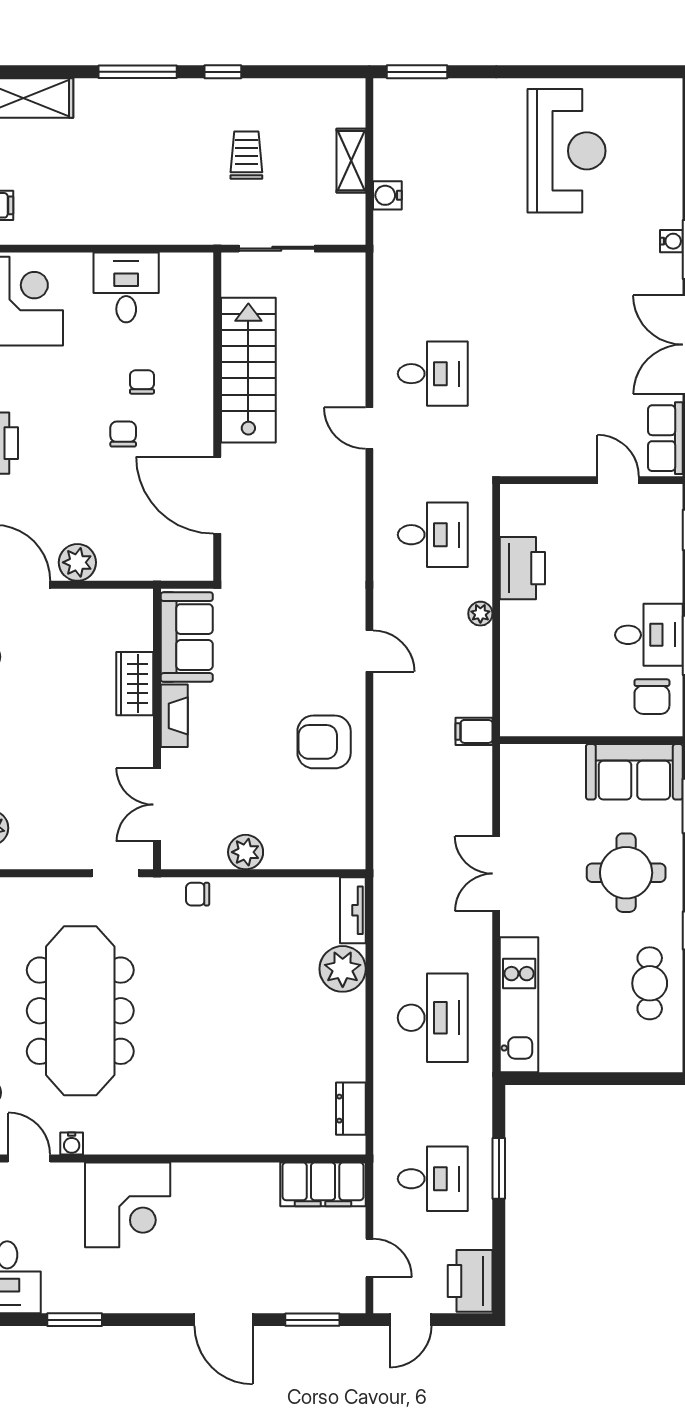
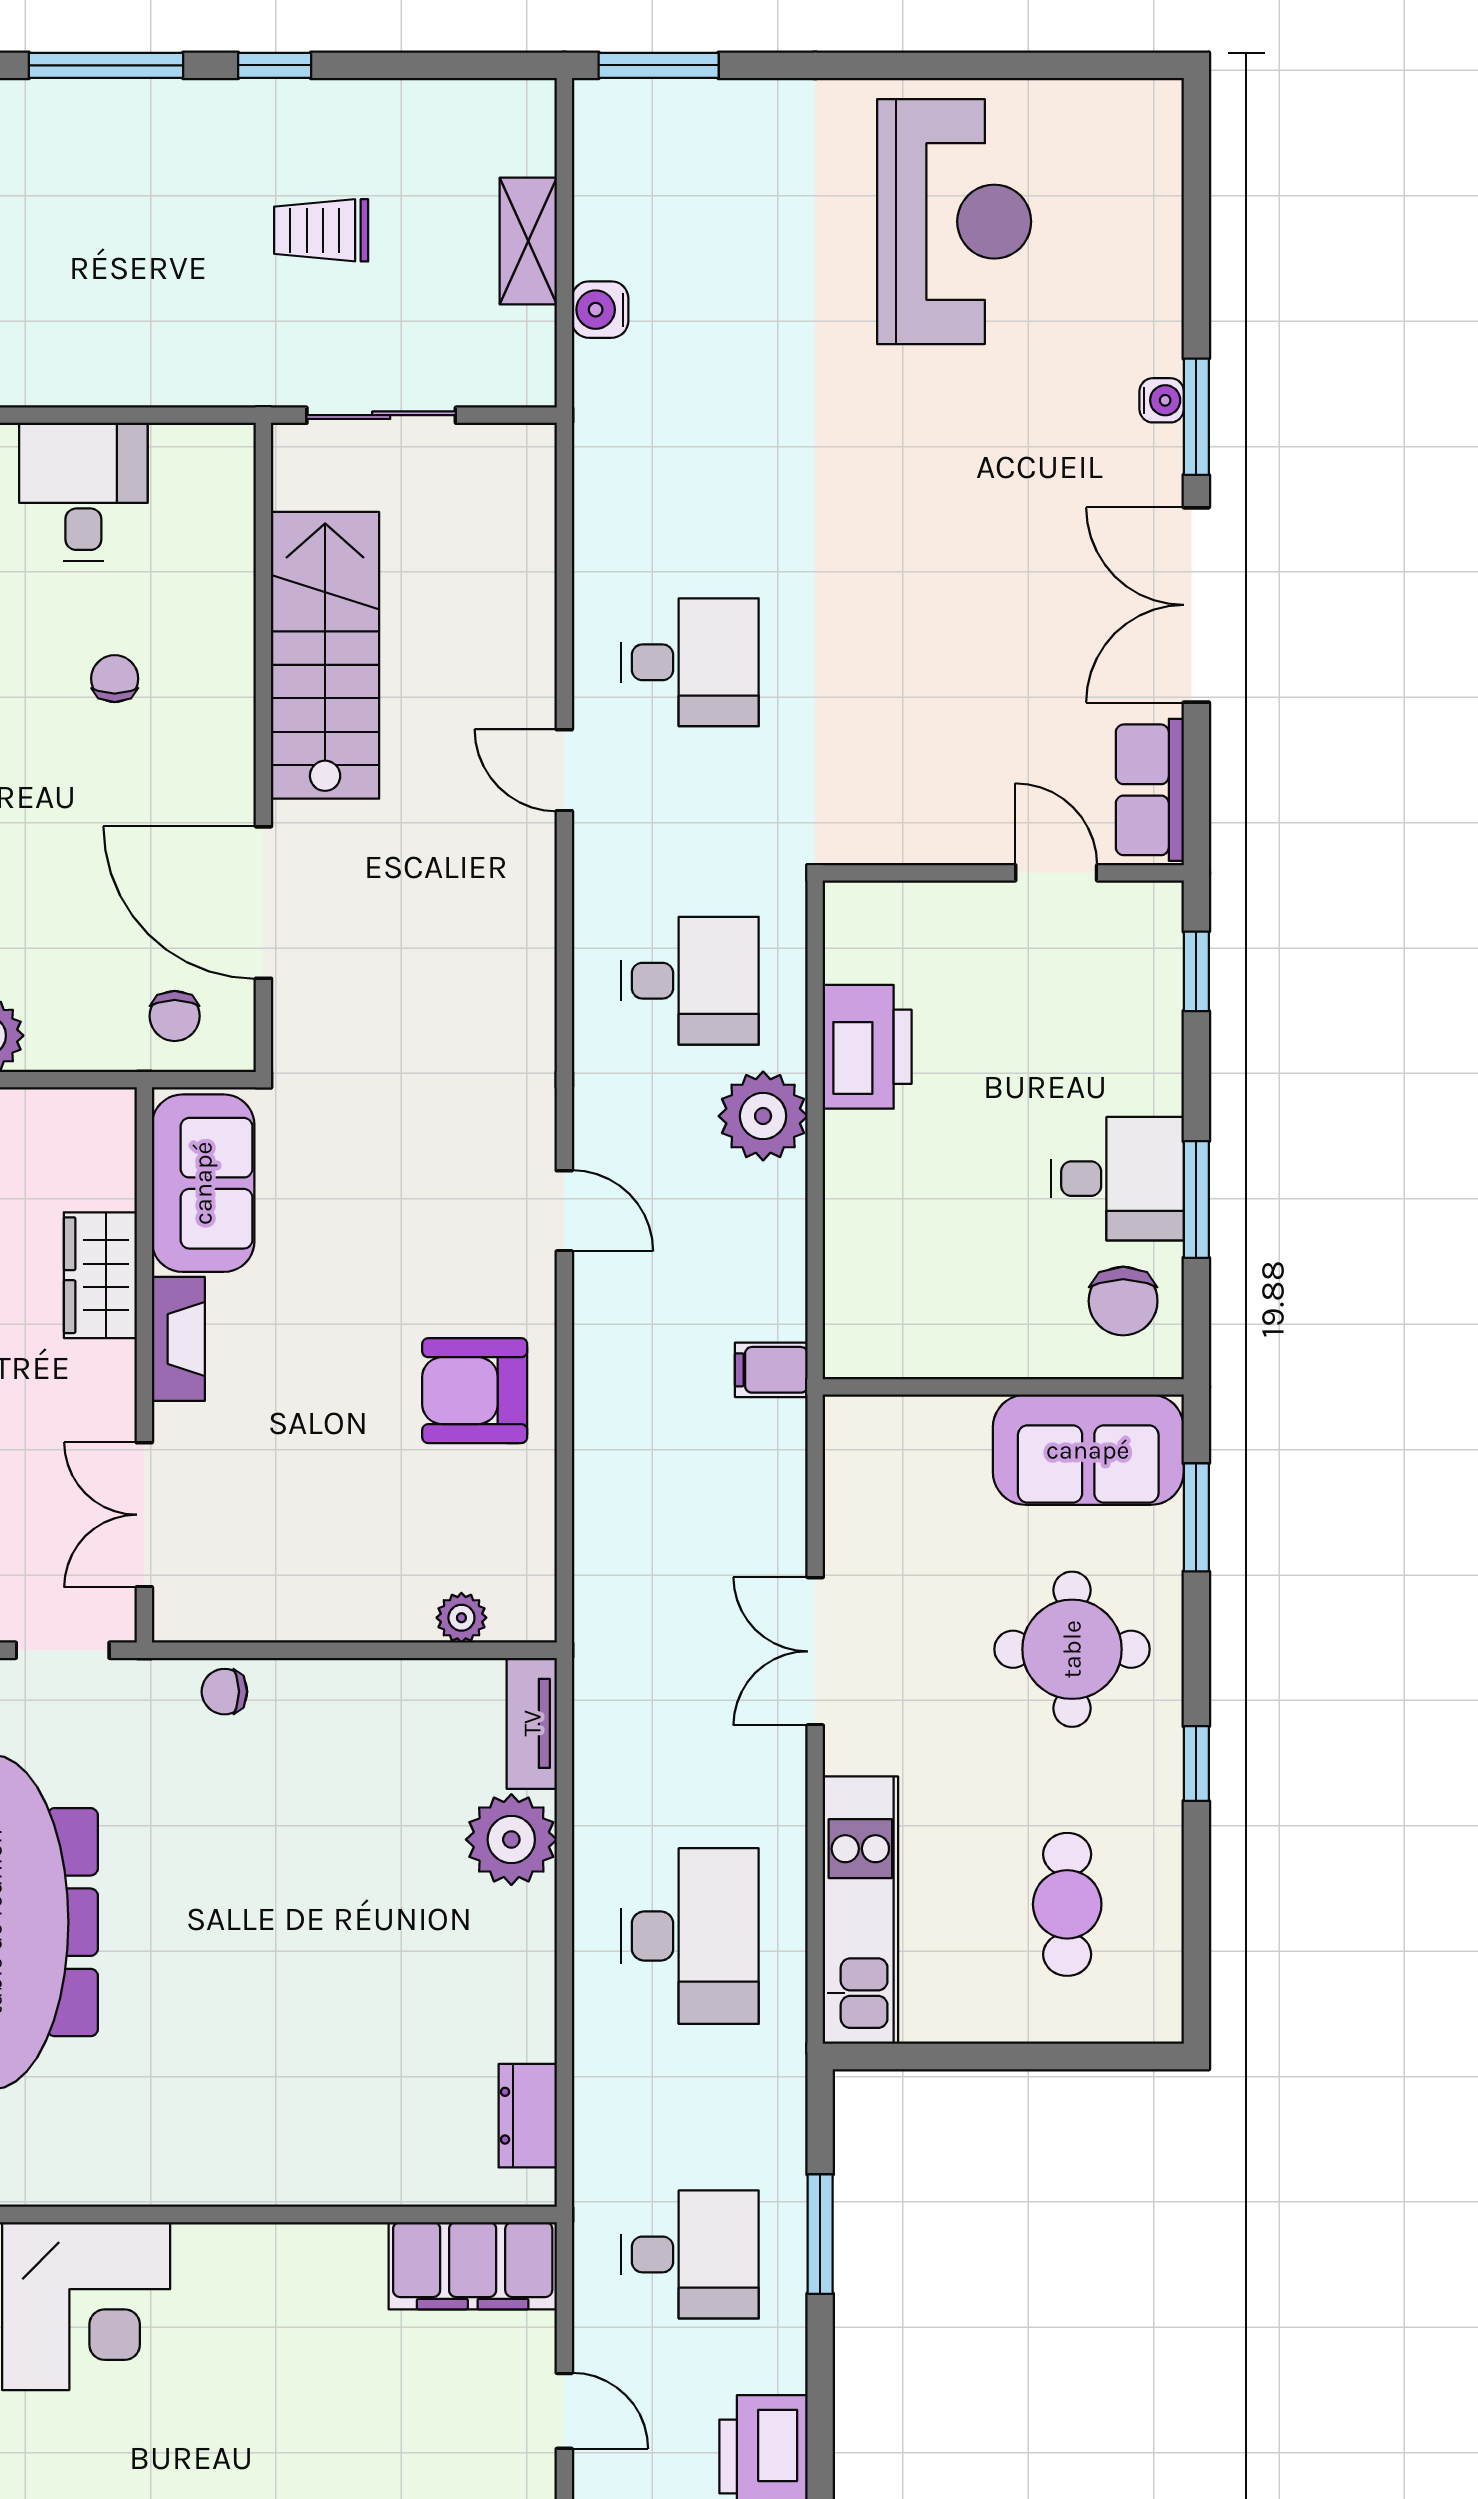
trolley: (246, 155) -> (321, 230), turned -90
chair: (123, 434) -> (175, 1016), moved, turned 180
plant: (480, 614) -> (763, 1116), width x1.88, depth x1.88
plant: (246, 852) -> (461, 1618), moved, width x0.73, depth x0.73
cafe table: (650, 983) -> (1067, 1904), moved

